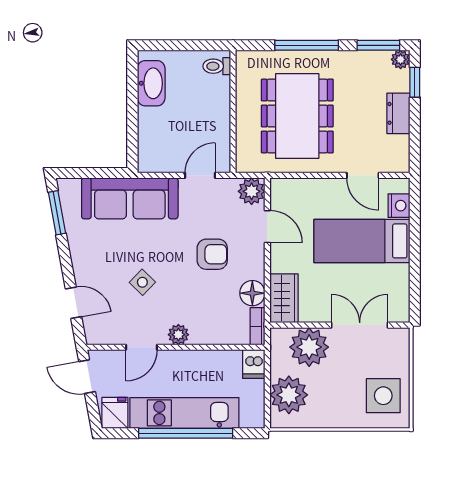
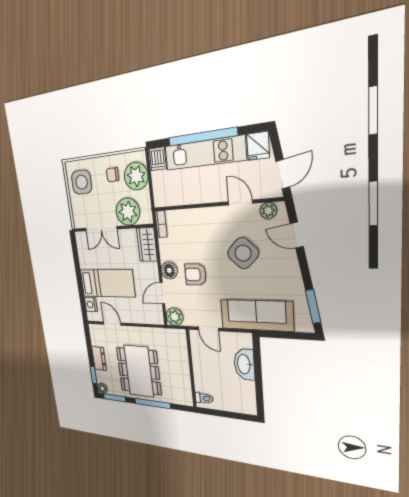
washbasin: (151, 83) -> (244, 364), moved
dining table: (297, 116) -> (139, 371), moved
door: (200, 175) -> (208, 329), hinge flipped
door: (267, 227) -> (162, 293), hinge flipped
side table: (142, 282) -> (243, 253), width x1.87, depth x1.87
floor lamp: (252, 293) -> (169, 270), moved
plant: (178, 335) -> (268, 211), moved
door: (142, 347) -> (240, 202), hinge flipped
dishwasher: (254, 364) -> (158, 159), moved, turned 180
door: (87, 377) -> (283, 174), hinge flipped
chair: (327, 401) -> (113, 175), added

